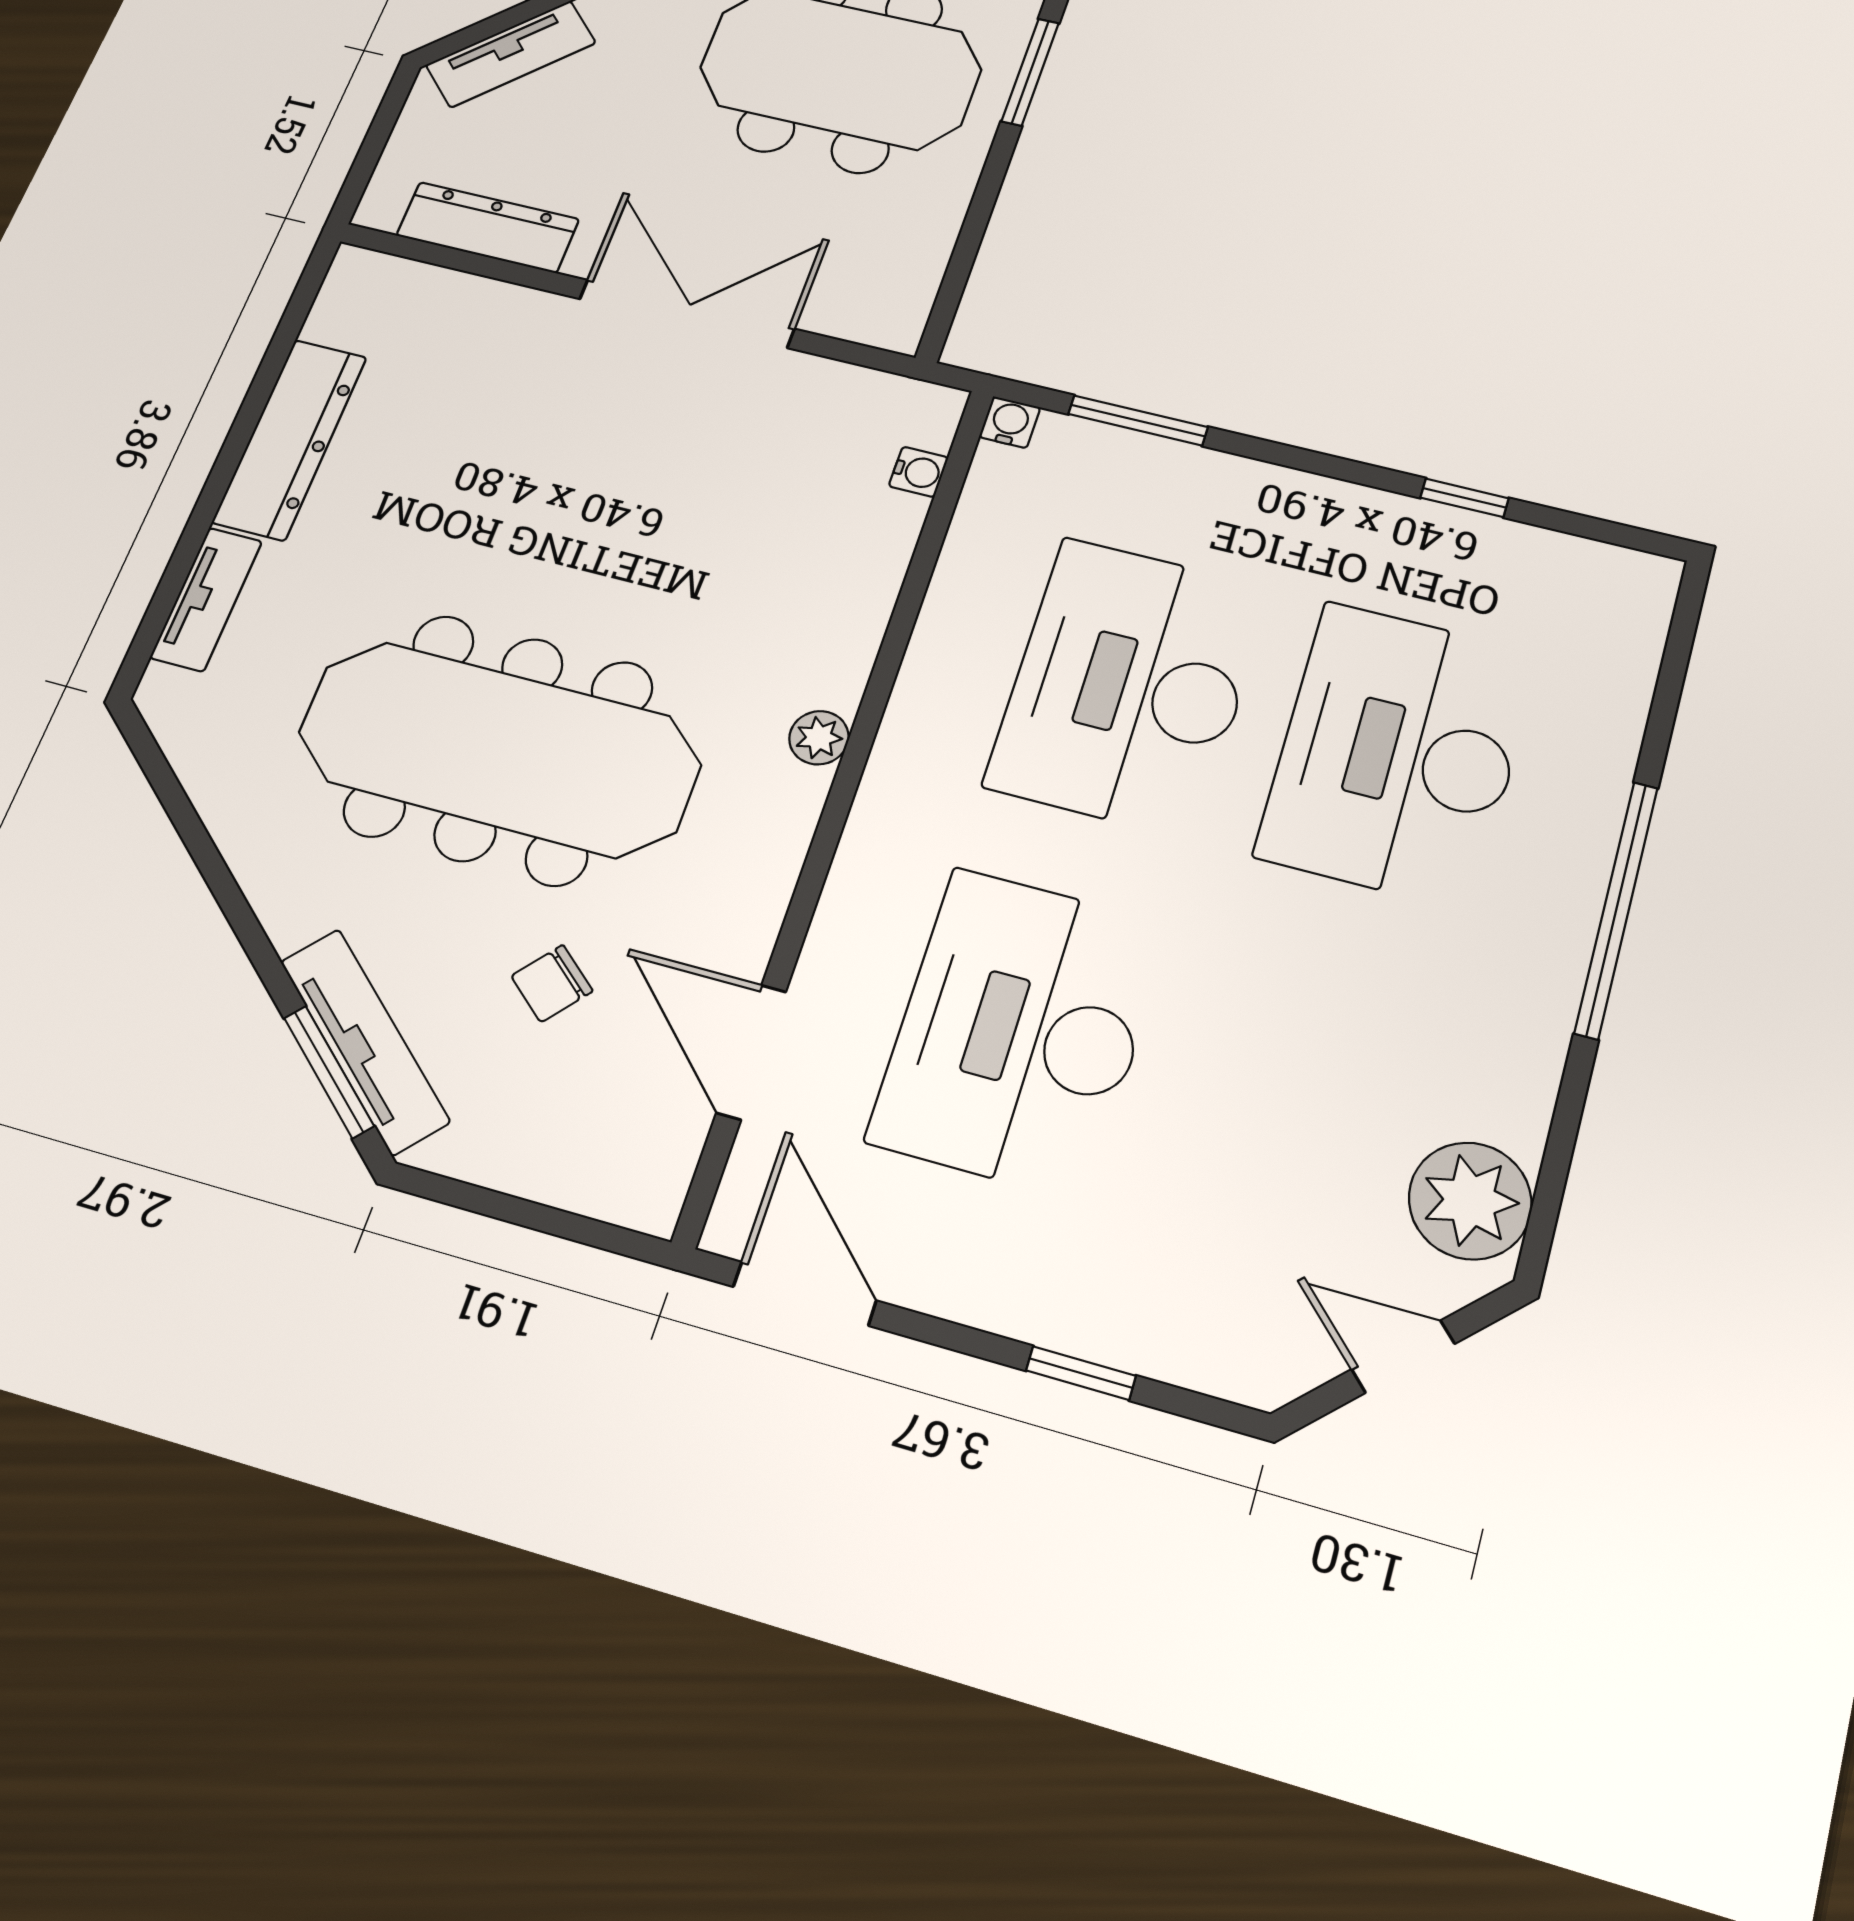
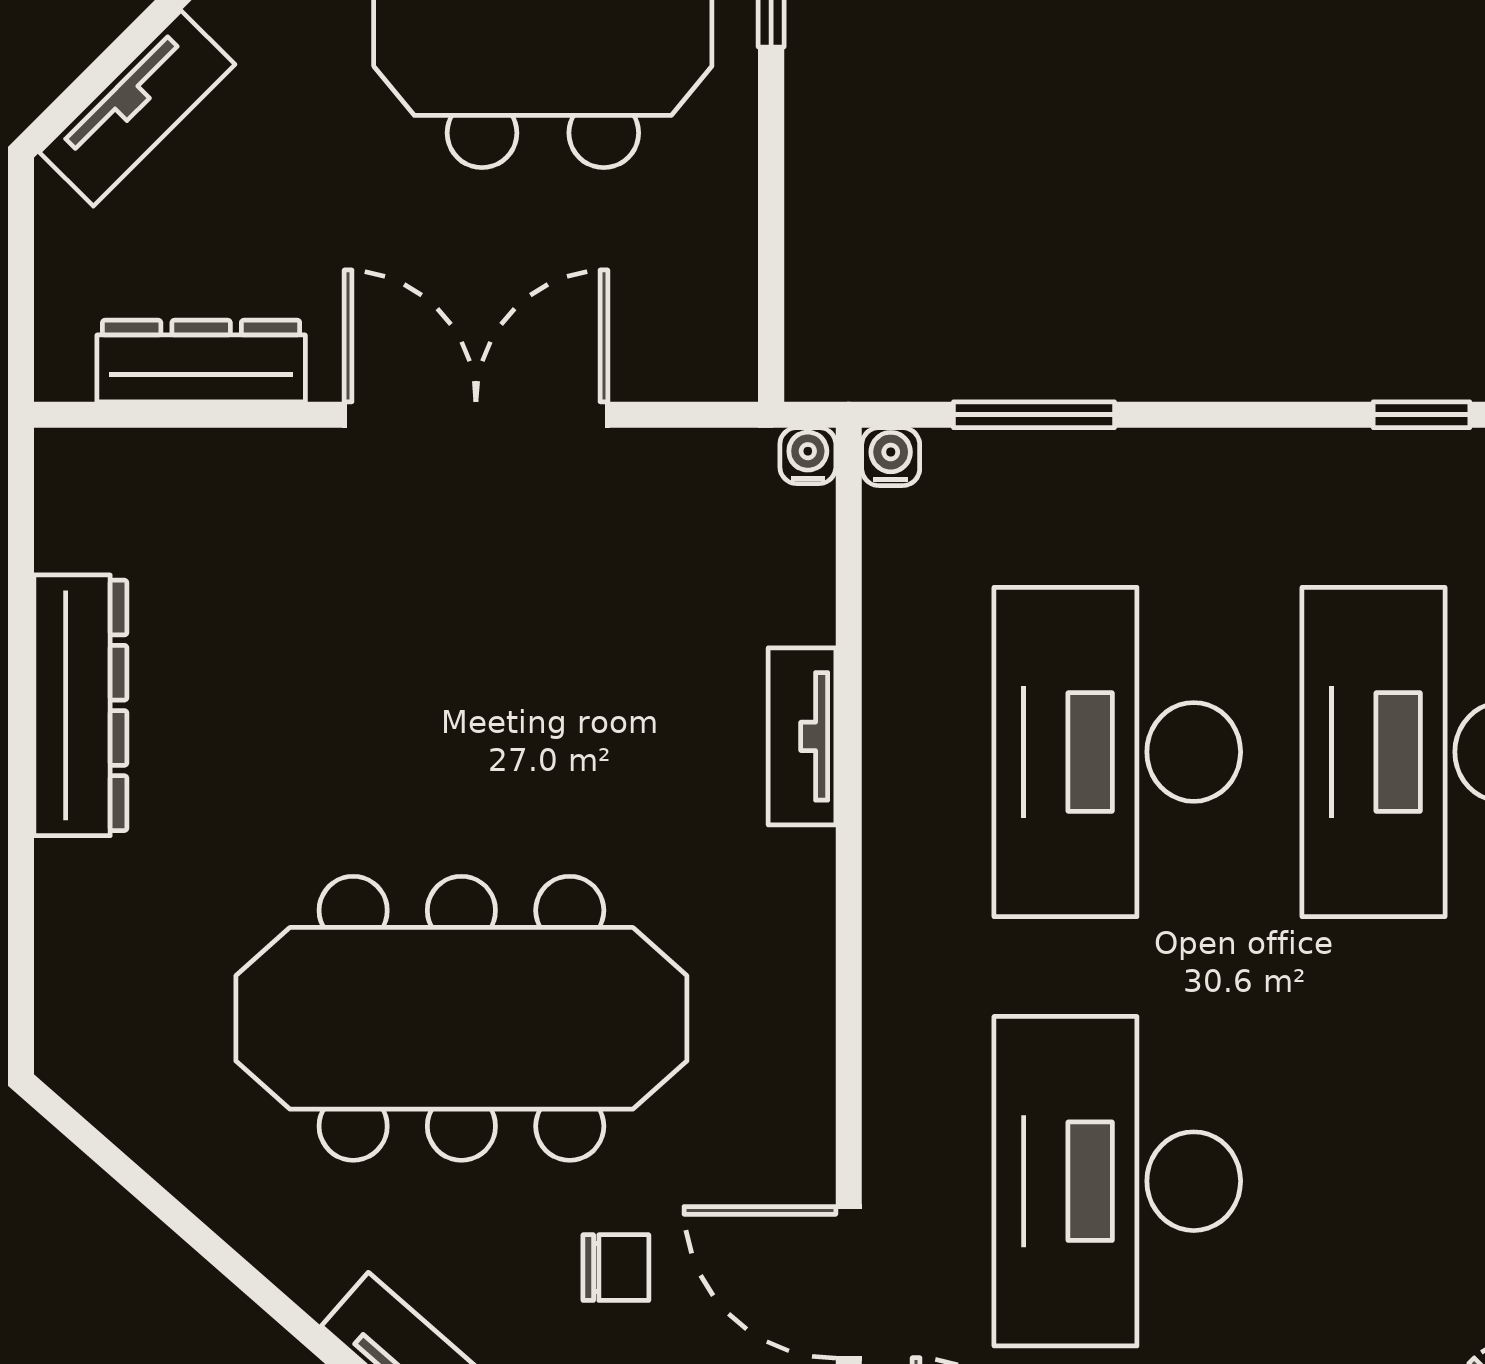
water cooler: (918, 472) -> (808, 456), moved, turned -90
tv unit: (206, 599) -> (802, 736), moved, turned 180
plant: (819, 738) -> (803, 907), removed
chair: (552, 983) -> (616, 1268), turned -130

